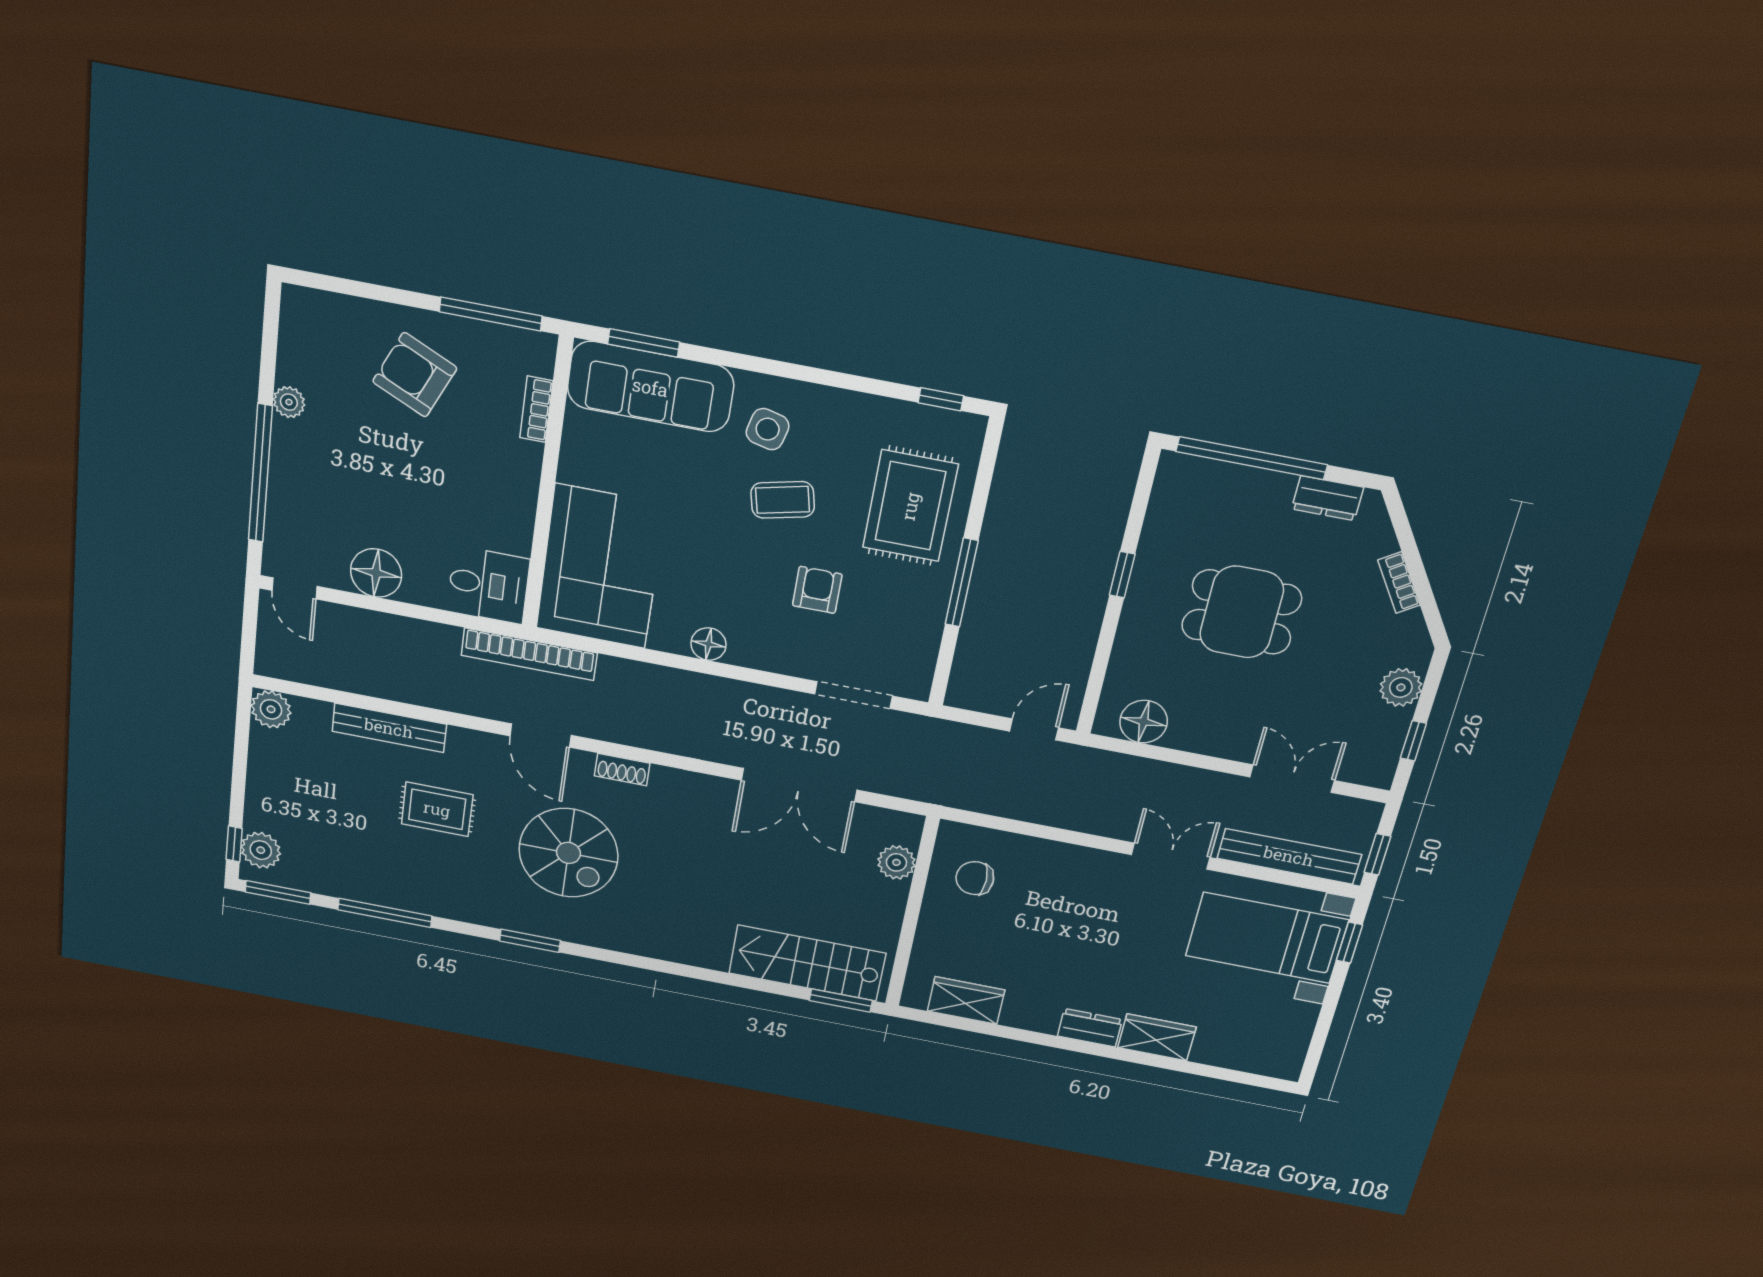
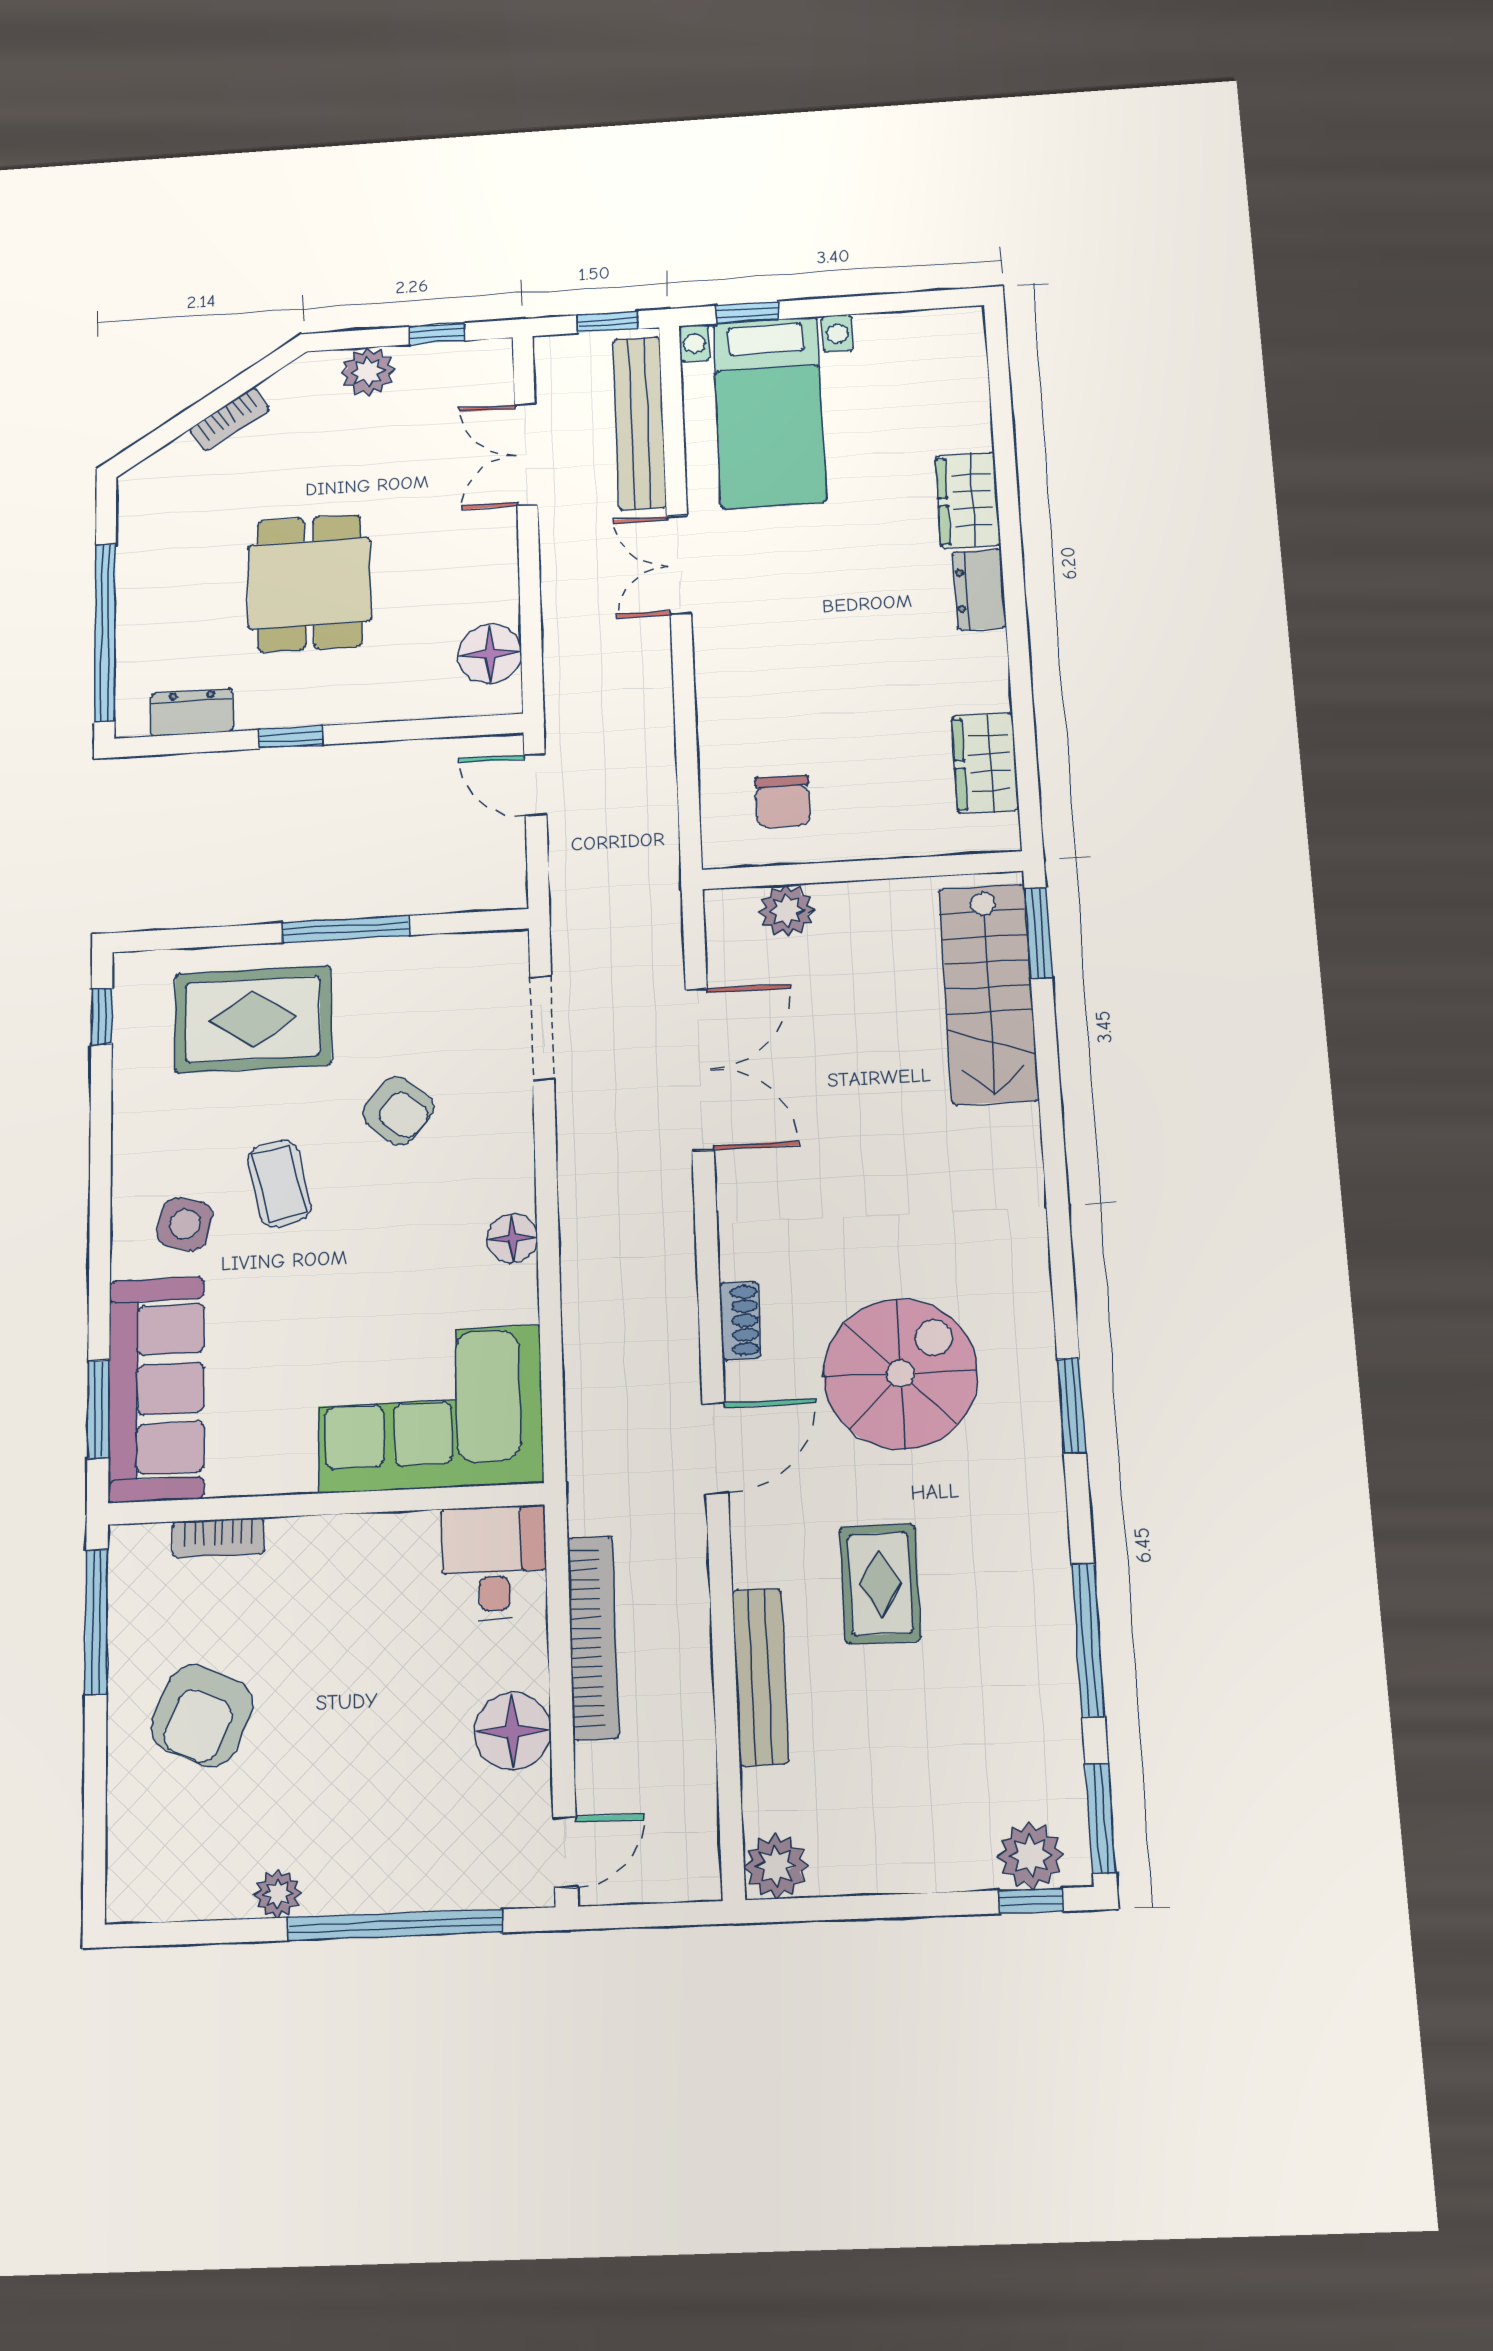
dresser: (1328, 498) -> (192, 712), moved, turned -90
armchair: (817, 590) -> (398, 1110), turned -139
bookcase: (529, 654) -> (593, 1637), moved

